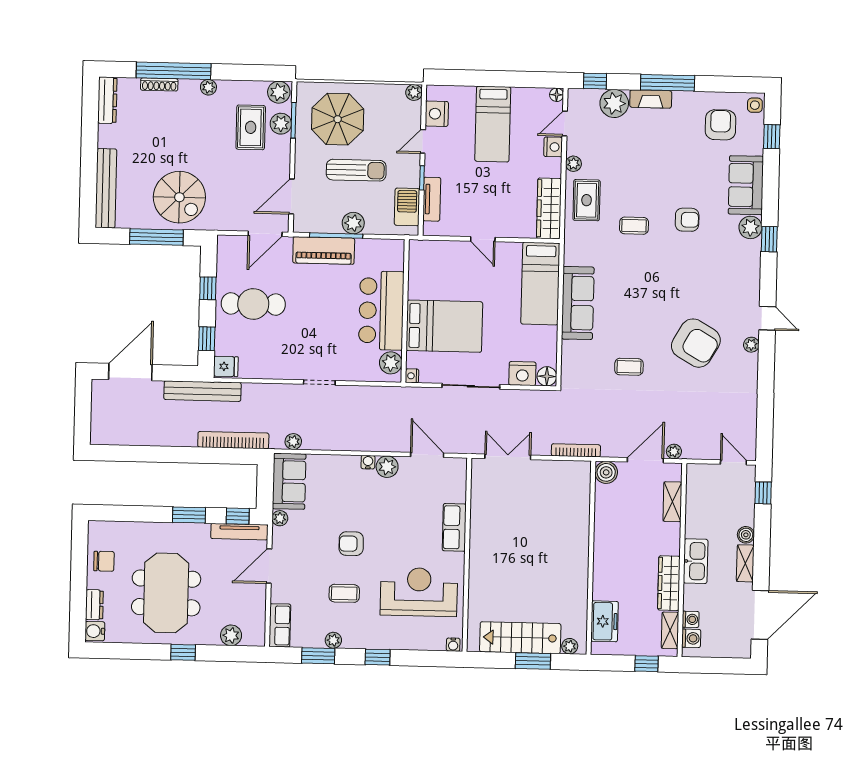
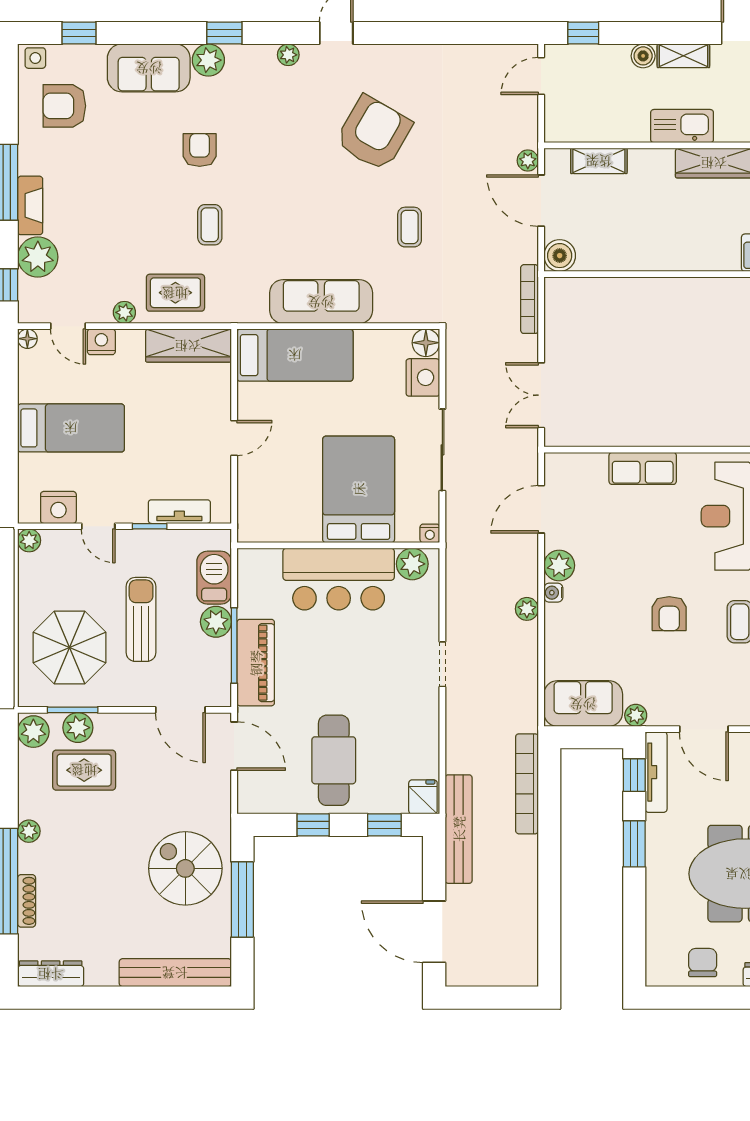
spiral stairs: (179, 197) -> (185, 868), turned -90
barbecue: (407, 207) -> (214, 578), moved, turned 90
plant: (751, 345) -> (288, 55), moved
plant: (293, 442) -> (527, 609), moved

